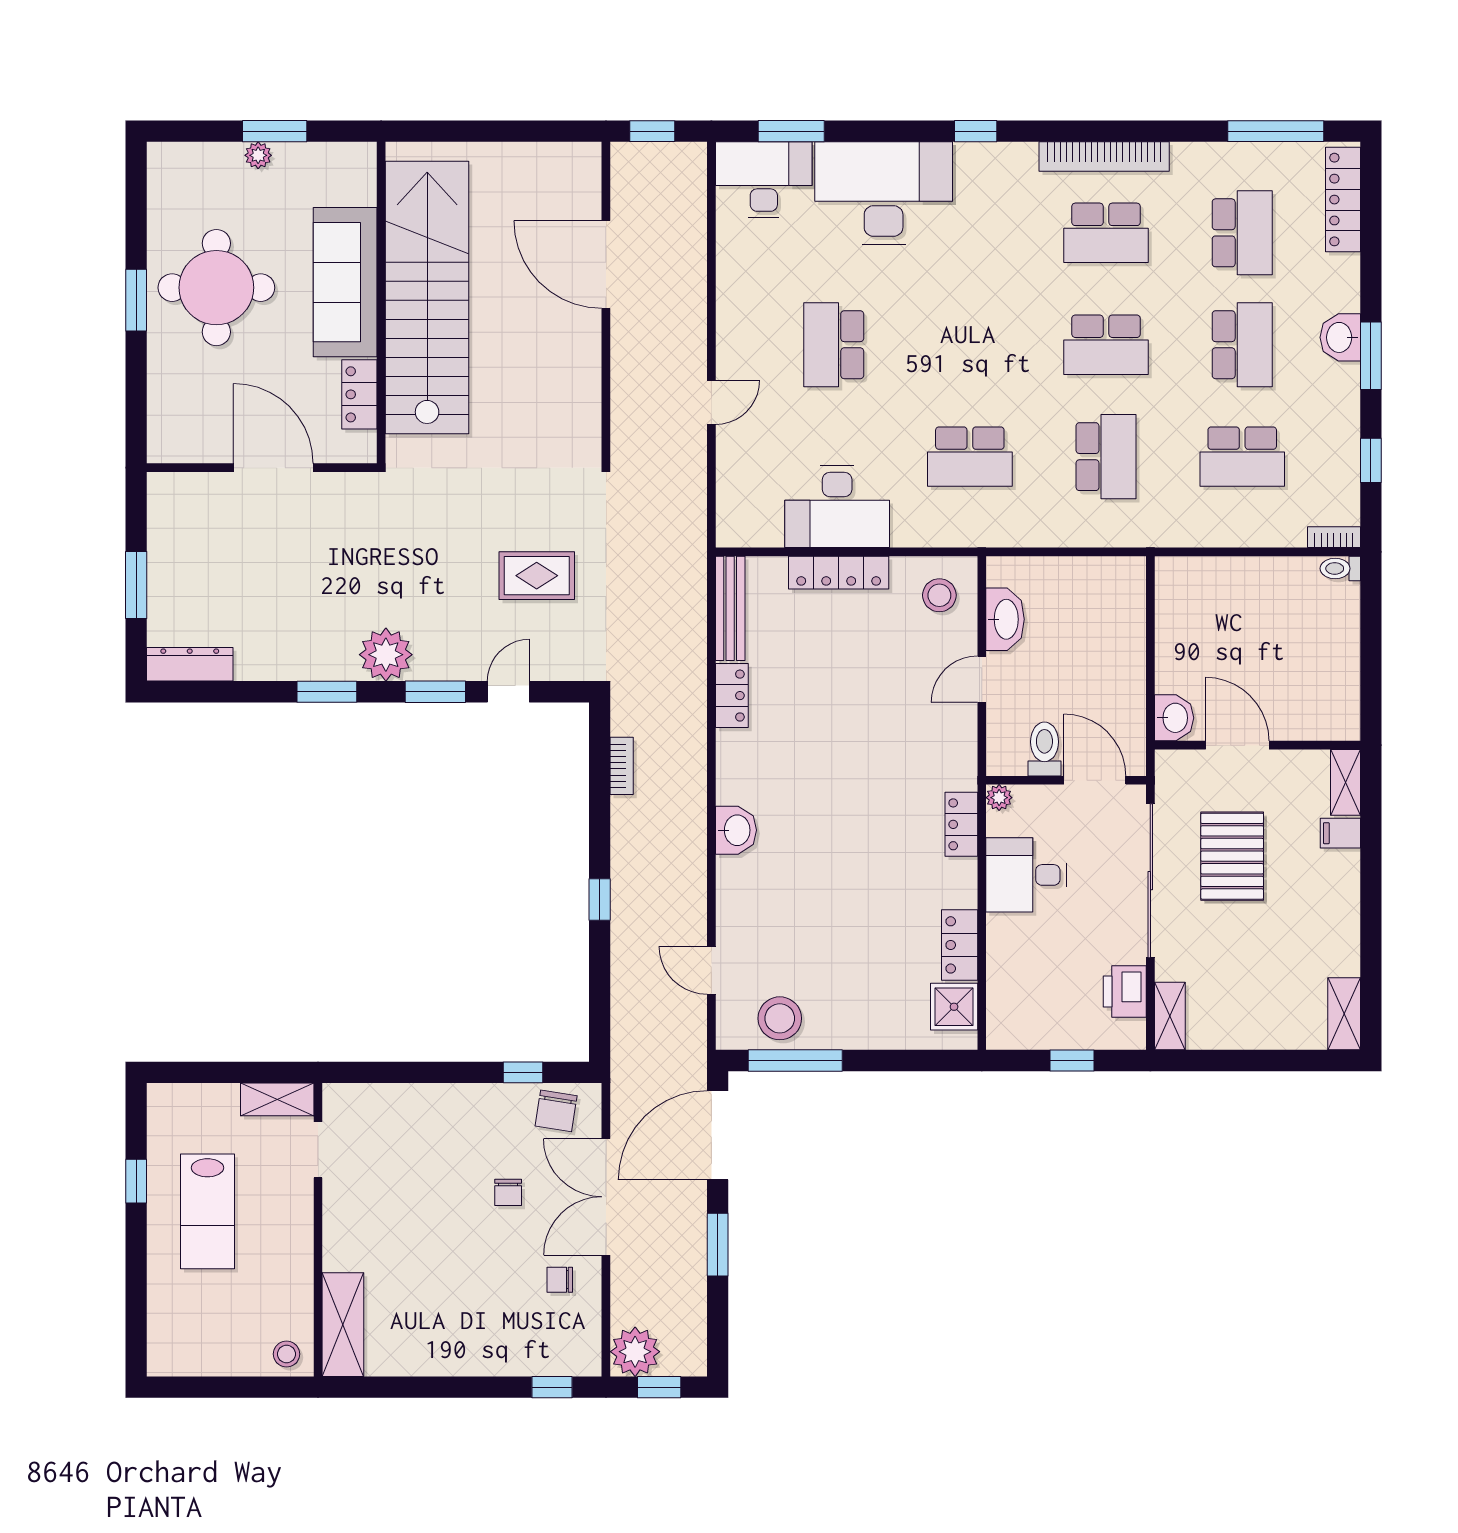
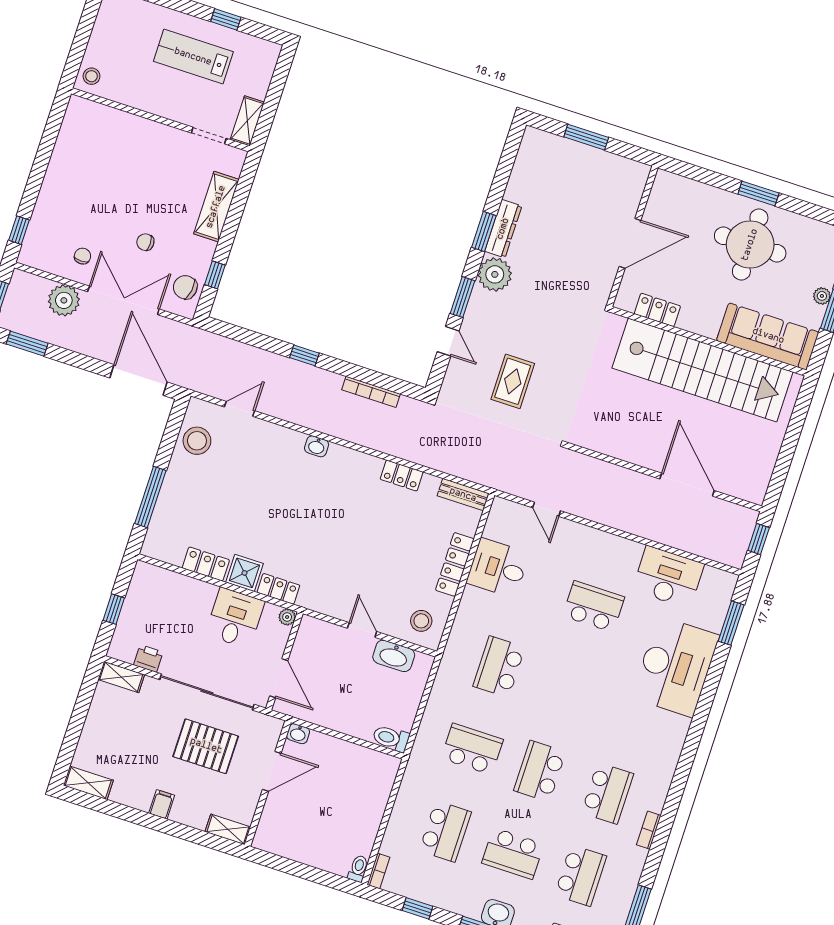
window: (976, 131) -> (695, 735), removed
bookcase: (1104, 156) -> (649, 830), width x0.43, depth x0.76
desk: (764, 180) -> (668, 577), moved, turned -90
school desk: (1106, 233) -> (607, 793), turned 180
school desk: (1242, 233) -> (581, 876), turned -90
door: (606, 265) -> (687, 485), hinge flipped
sofa: (345, 282) -> (768, 336), moved
door: (711, 402) -> (547, 509), moved
school desk: (1106, 457) -> (472, 749), turned 180
school desk: (1242, 457) -> (445, 831), turned 180
desk: (837, 507) -> (498, 568), width x0.73
bench: (730, 608) -> (463, 495), width x0.73
dresser: (190, 664) -> (503, 229), moved
washbasin: (1174, 718) -> (298, 734), width x0.72, depth x0.69
toilet: (1044, 749) -> (391, 738), moved, turned 180
bookcase: (622, 766) -> (371, 392), width x1.56
door: (1095, 780) -> (279, 678), hinge flipped
washbasin: (736, 830) -> (317, 446), width x0.72, depth x0.69
filing cabinet: (1340, 833) -> (162, 804), moved
printer: (1125, 991) -> (148, 658), width x0.73, depth x0.81
shower: (954, 1007) -> (244, 573), moved
window: (795, 1060) -> (150, 497), moved
window: (718, 1245) -> (27, 344), moved
shelving: (343, 1325) -> (216, 207), moved, turned 90
plant: (635, 1352) -> (64, 300), moved

